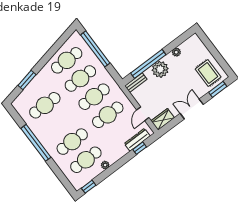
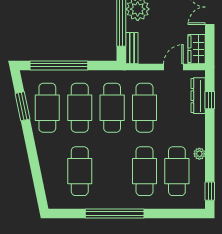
window: (27, 80) -> (22, 106), moved
door: (143, 114) -> (173, 67), swing flipped

